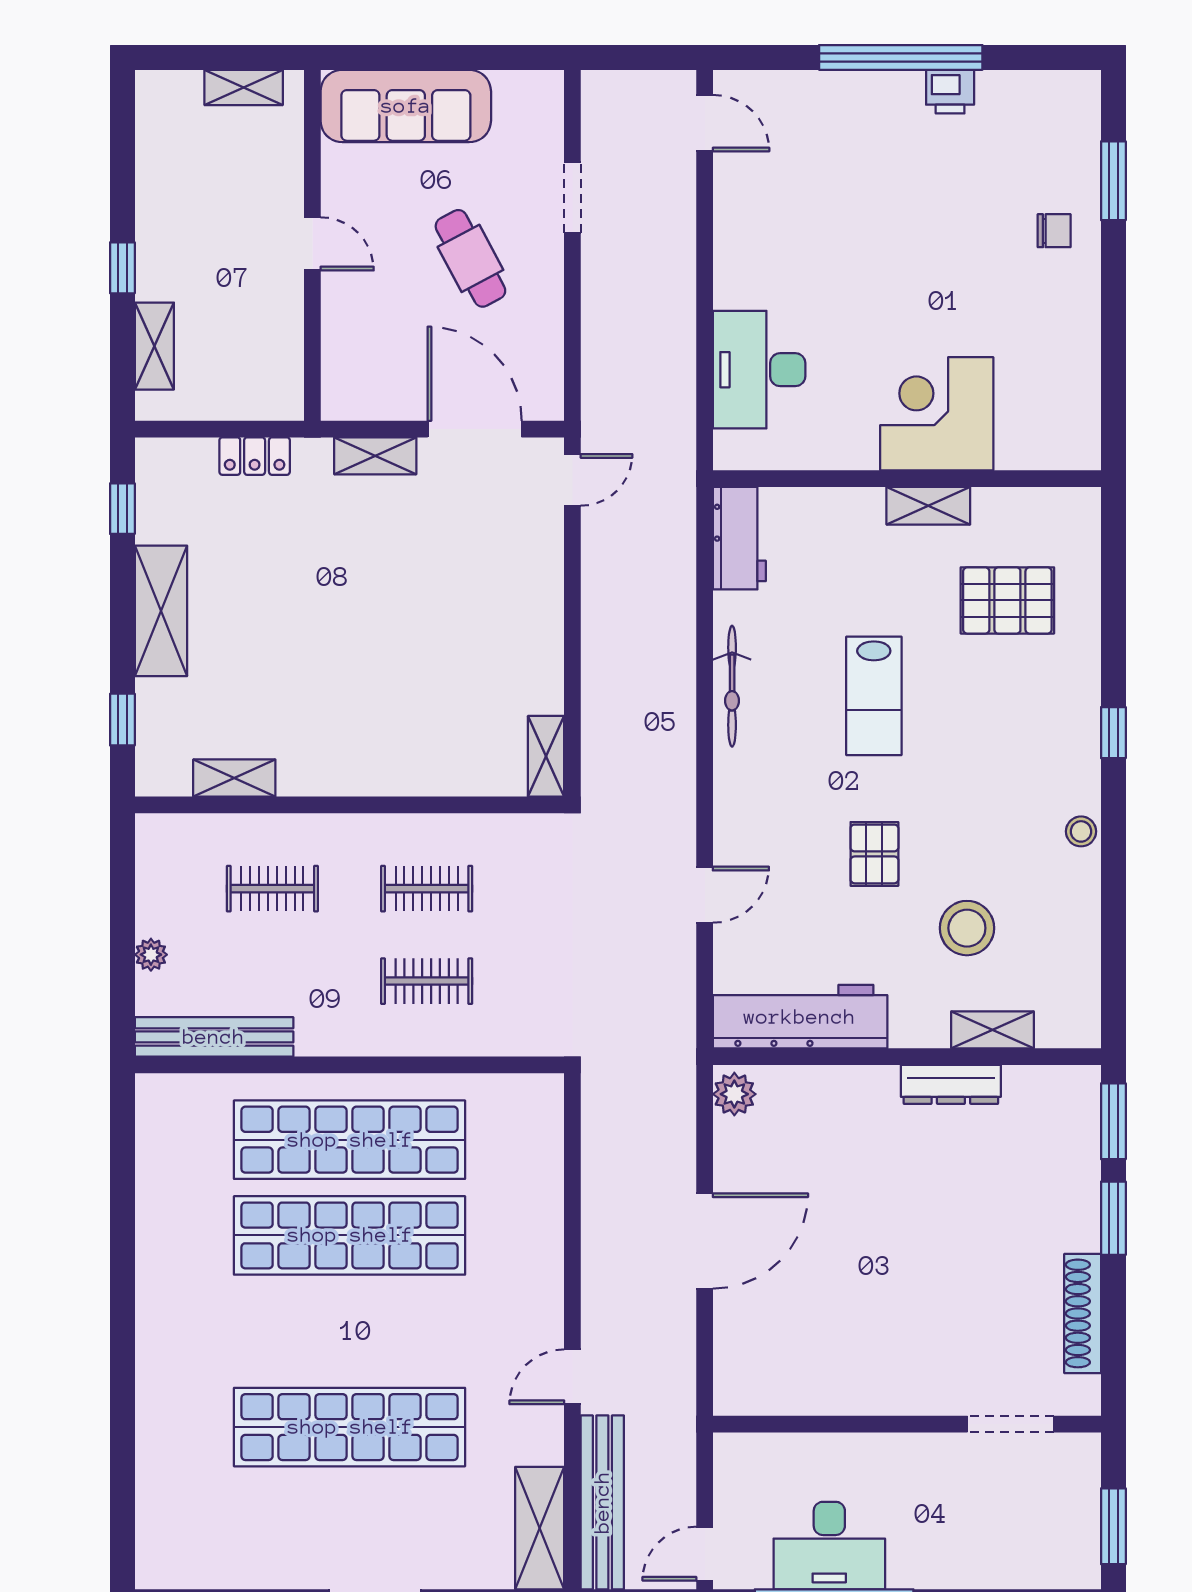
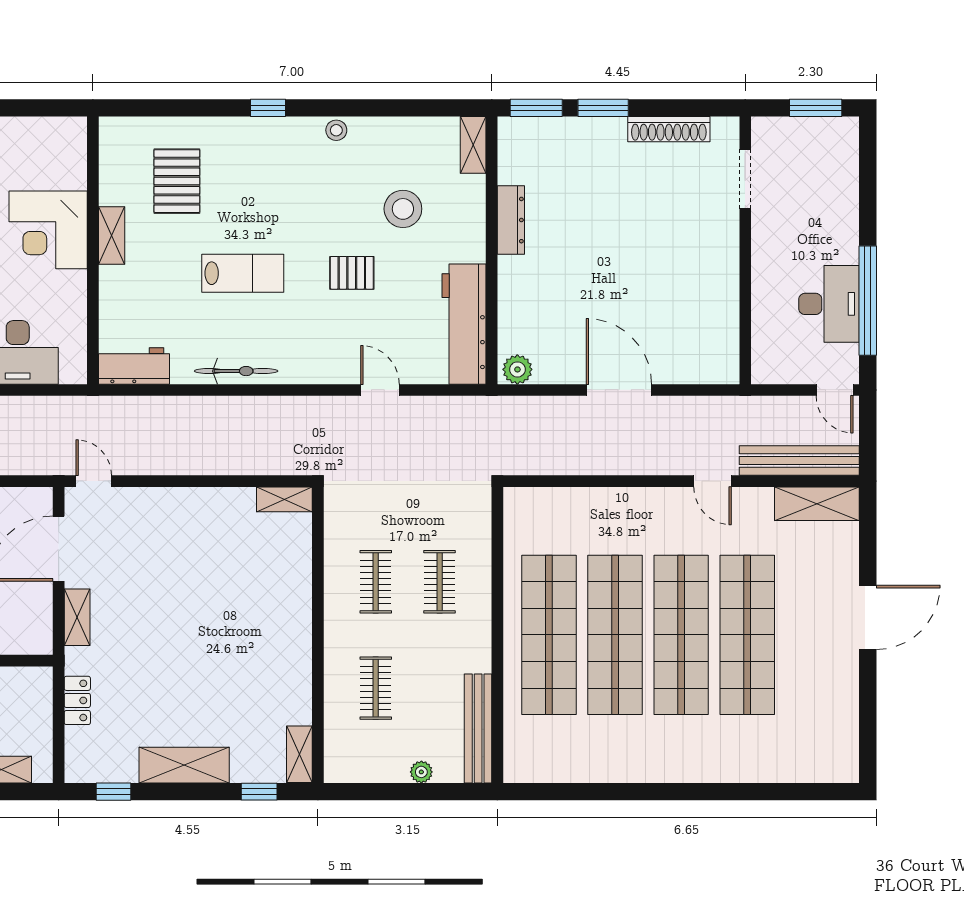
shelving: (234, 778) -> (299, 754), moved
shelving: (992, 1030) -> (473, 145), moved
shop shelf: (350, 1331) -> (681, 635), added

